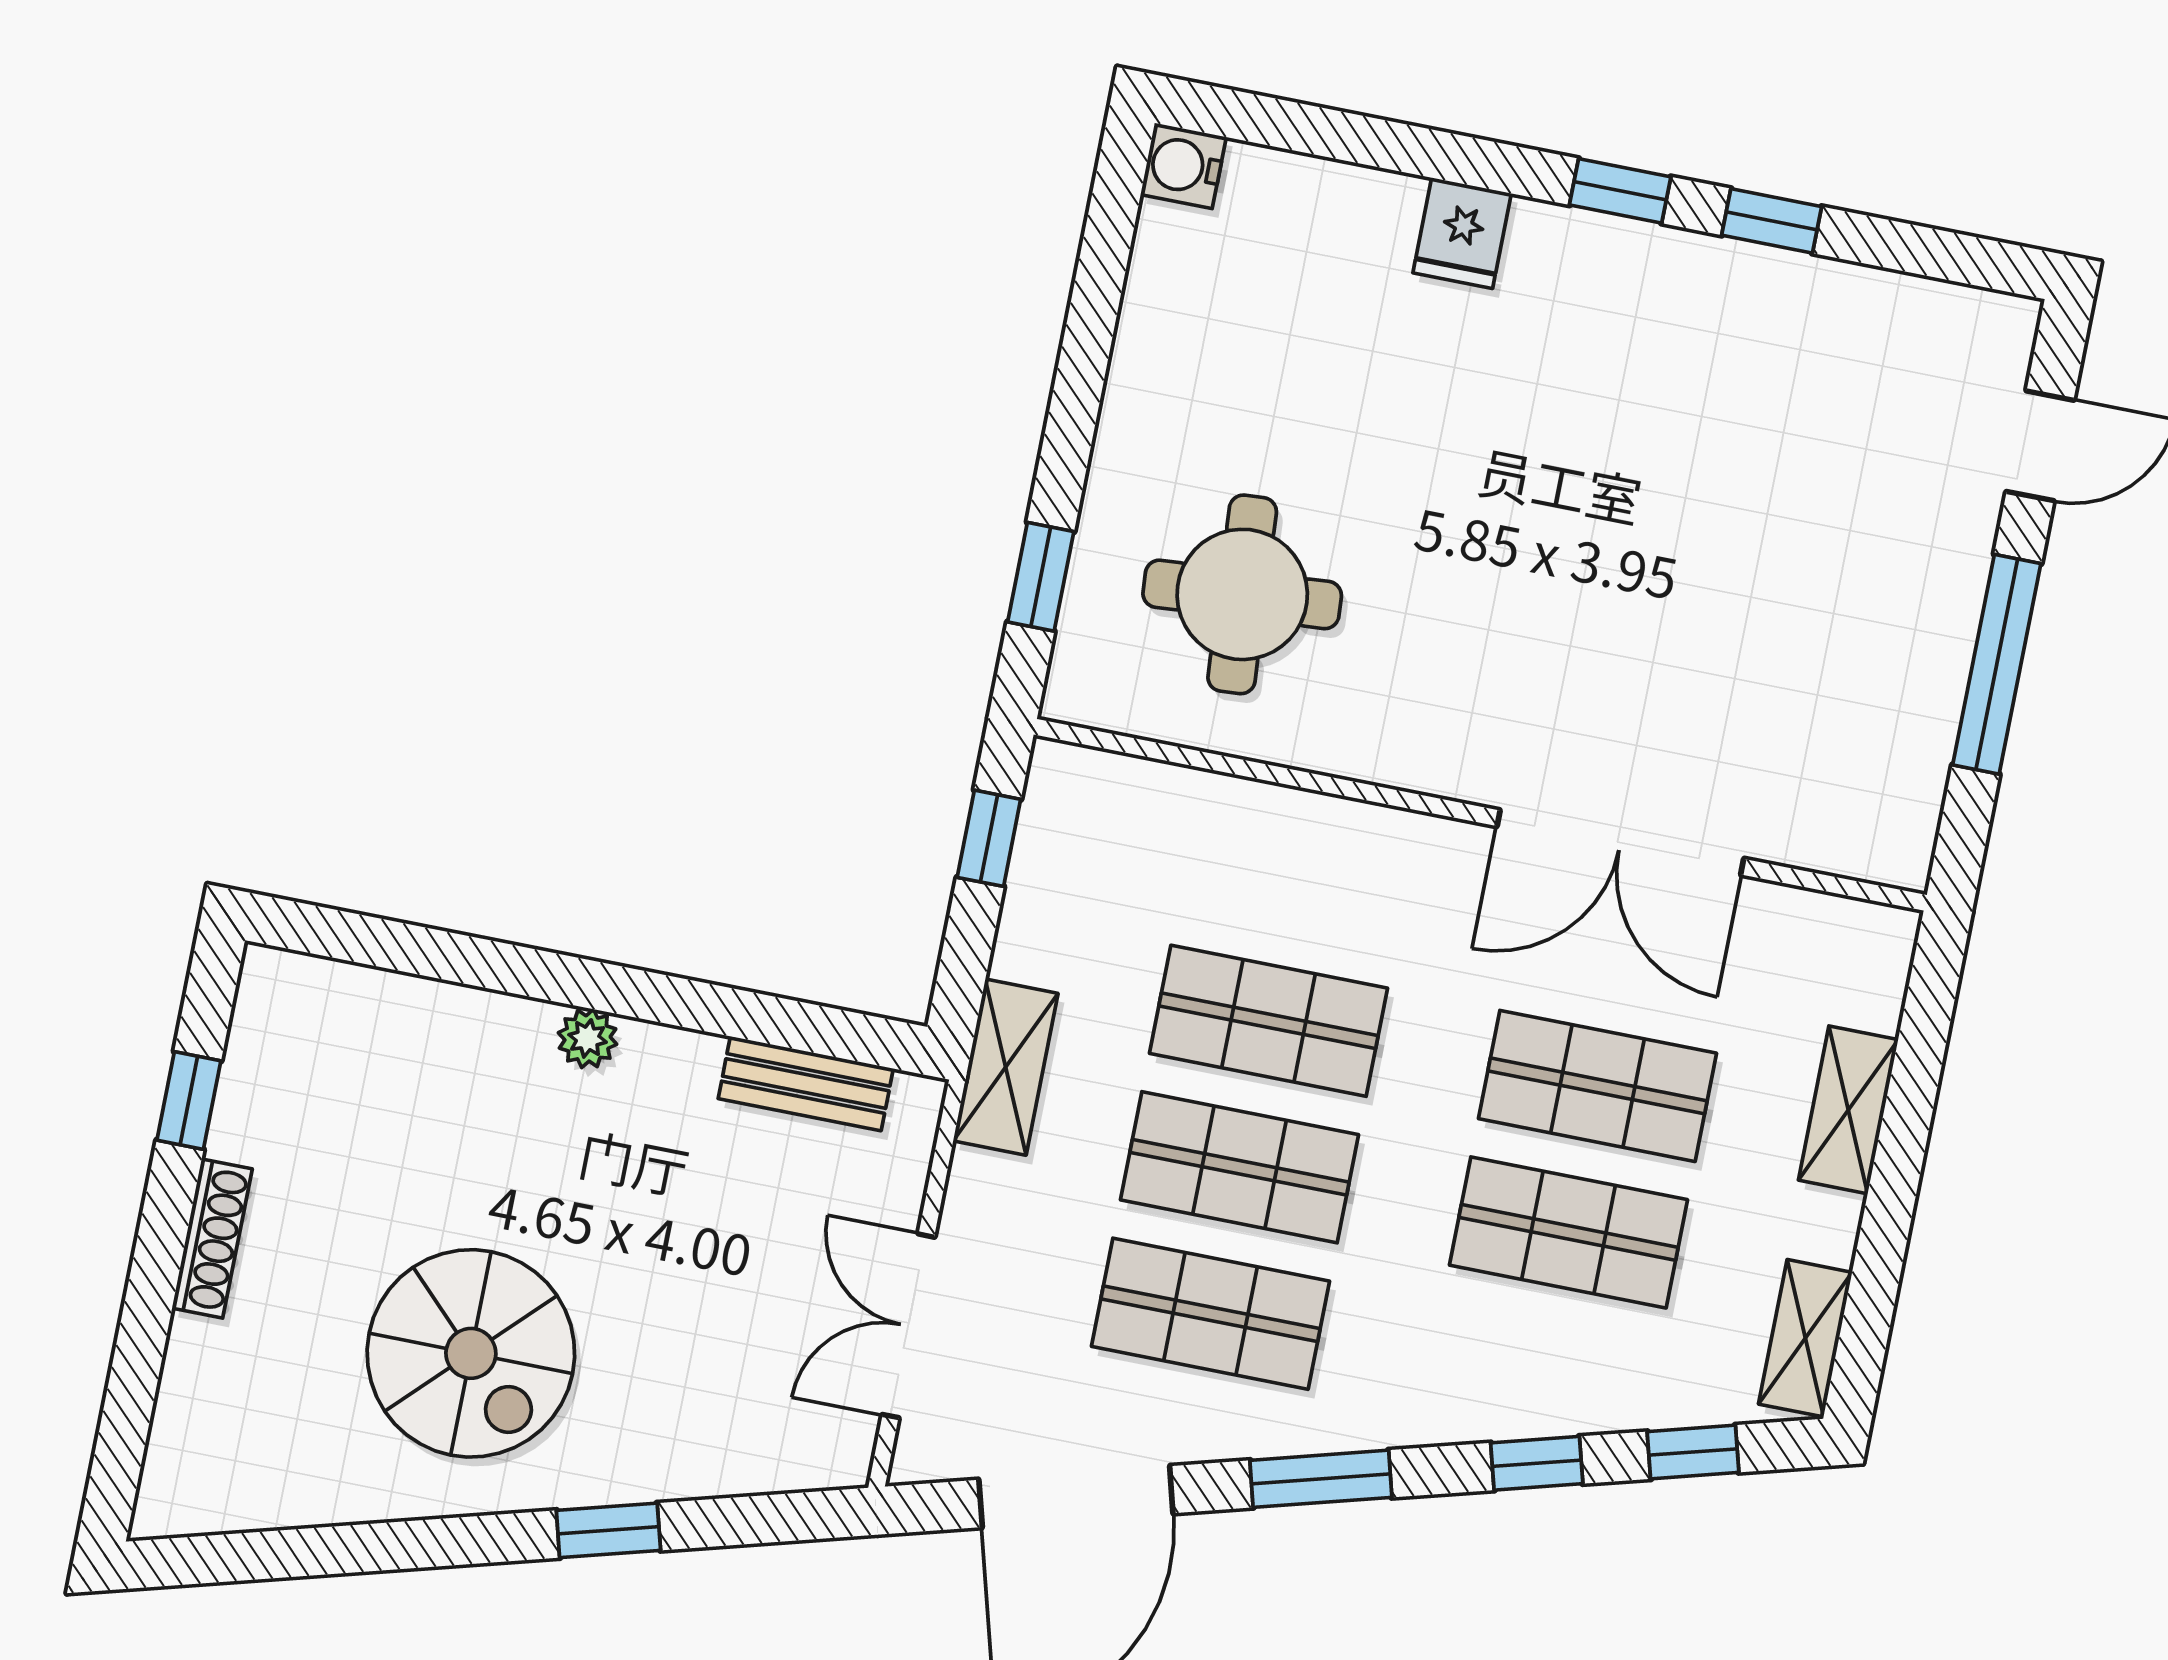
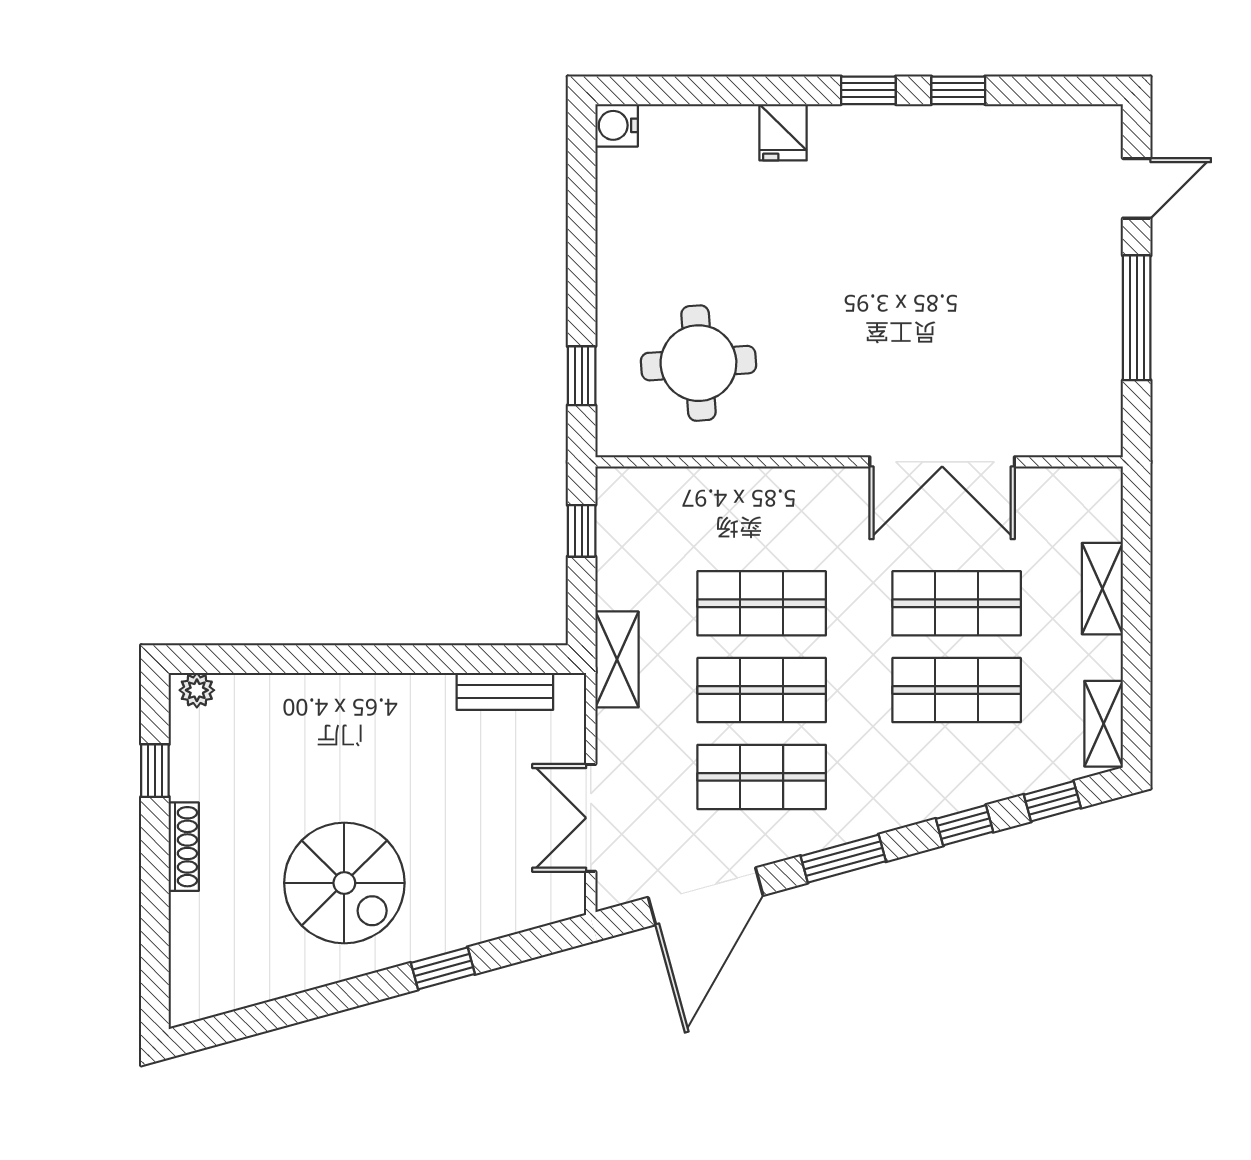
plant: (588, 1038) -> (197, 690), moved

